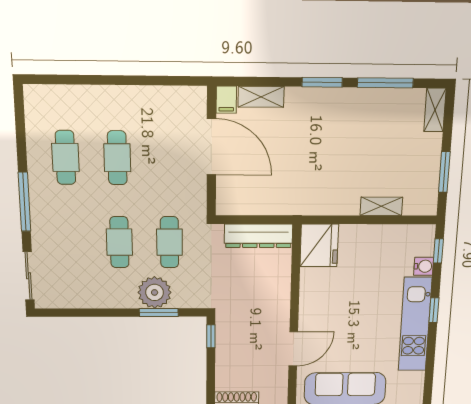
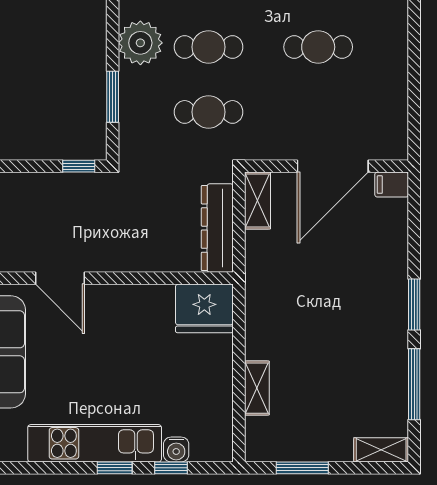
shelving: (261, 97) -> (258, 201), moved
window: (438, 251) -> (171, 468), moved
plant: (155, 292) -> (140, 43), moved

